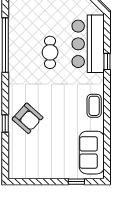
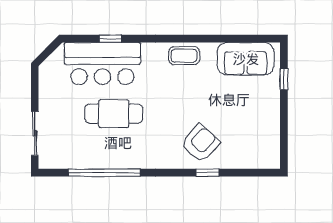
cafe table: (50, 52) -> (114, 114), width x1.37, depth x1.35
window: (107, 62) -> (110, 39), moved

